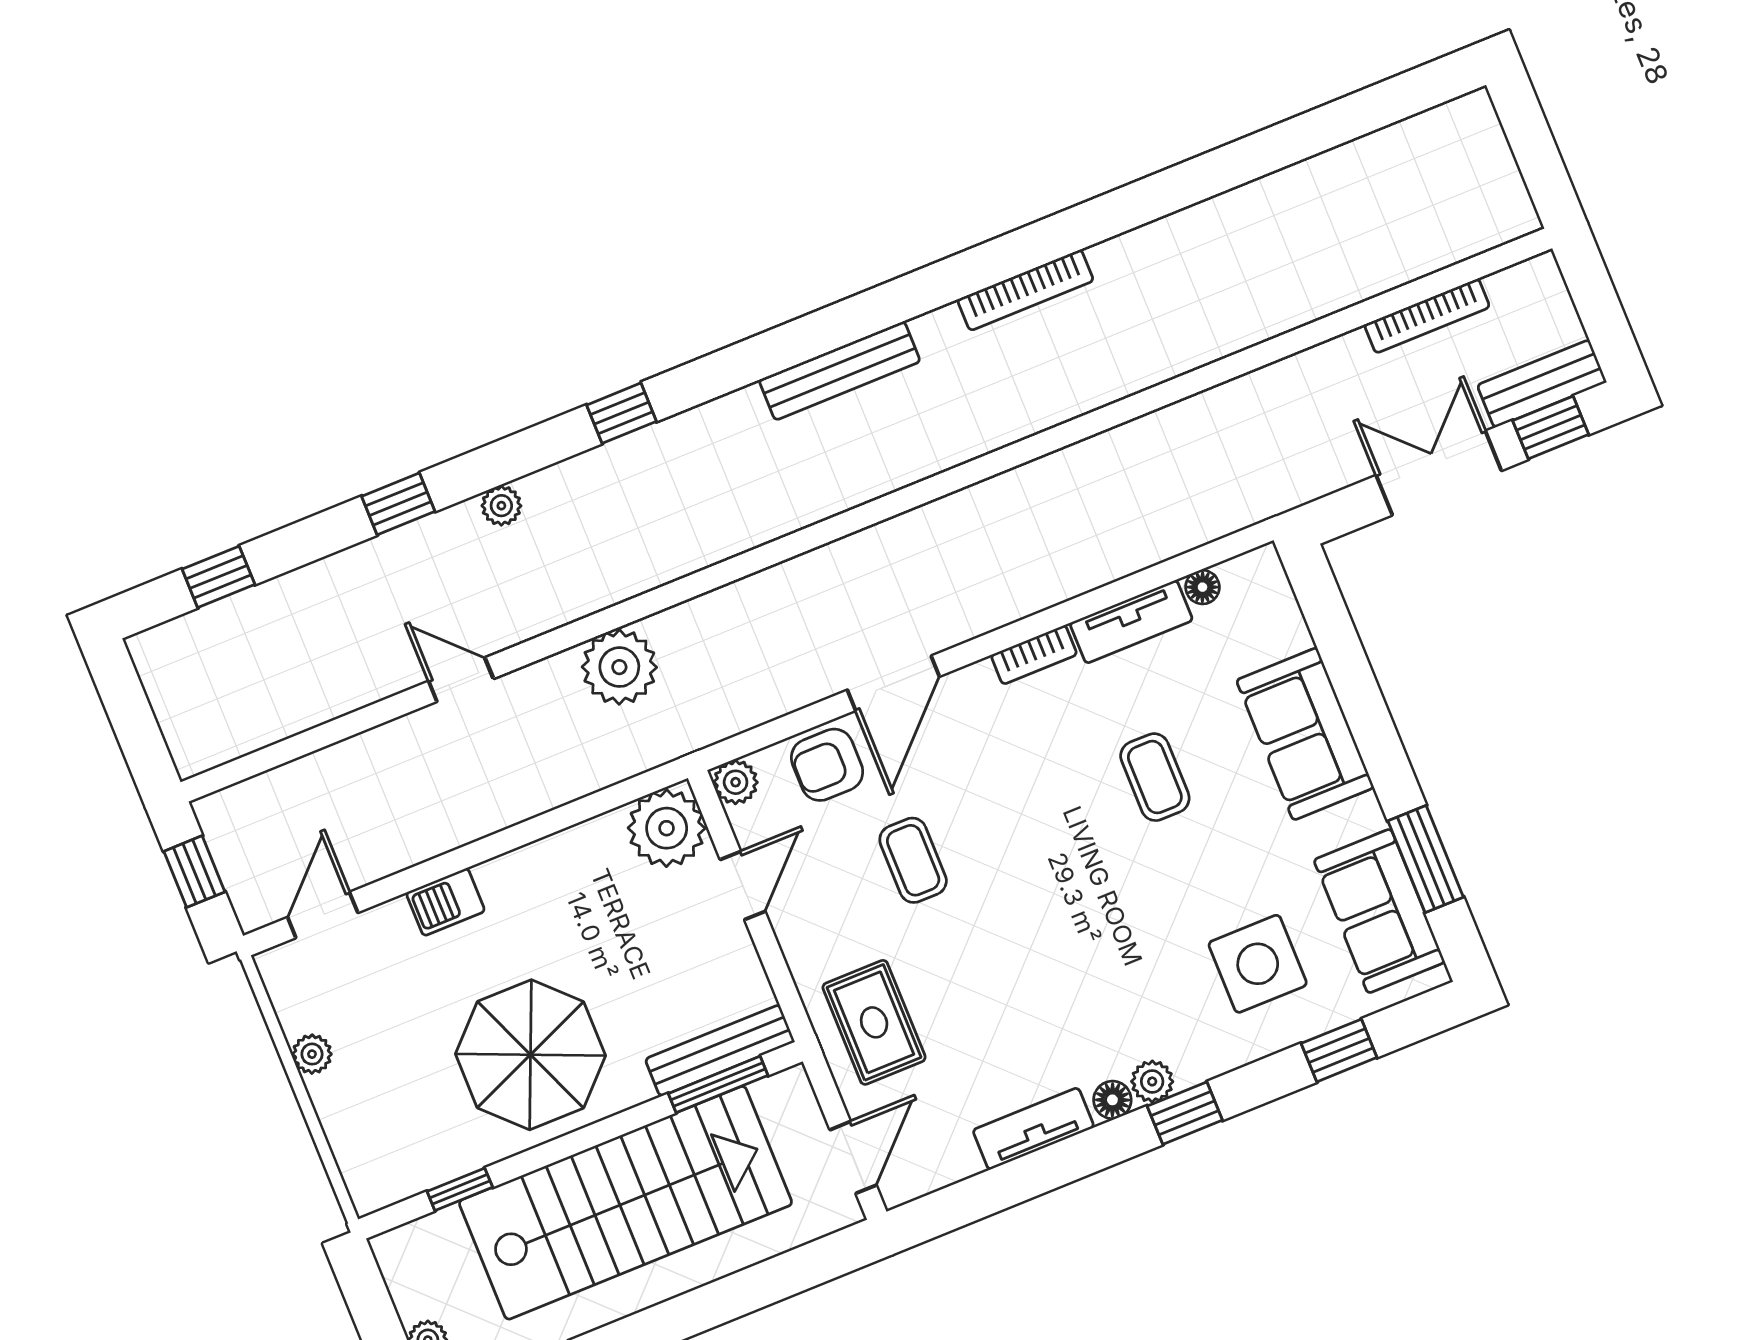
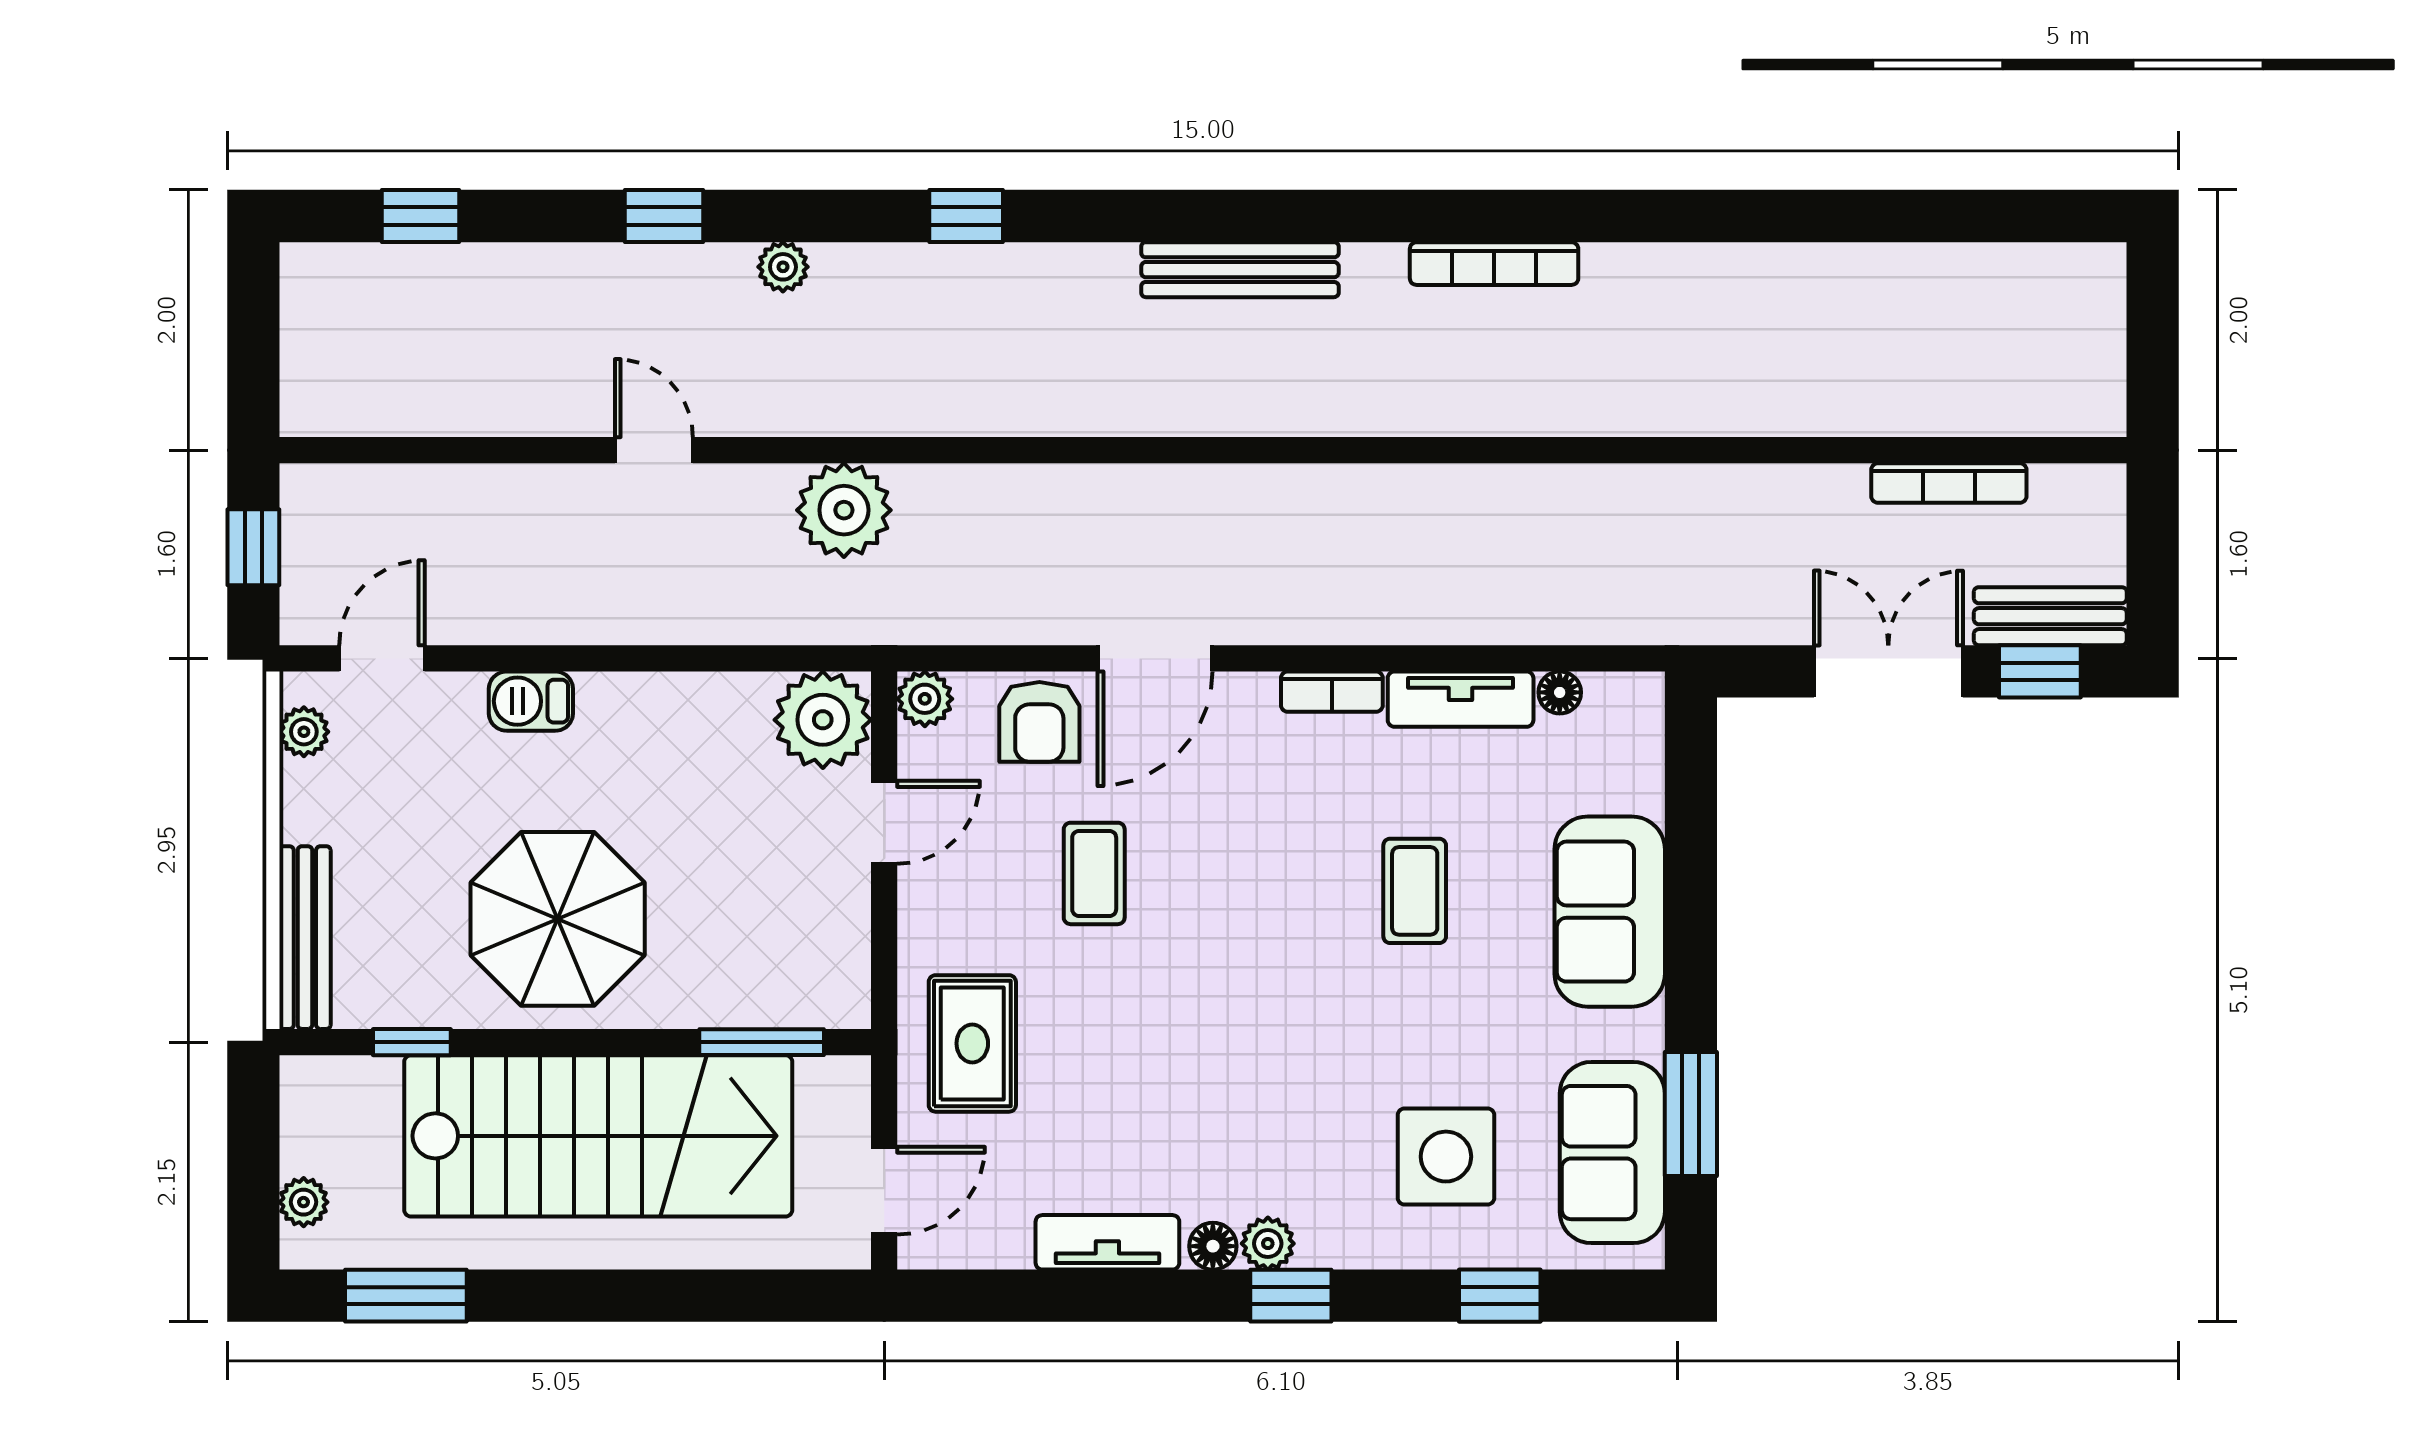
armchair: (827, 765) -> (1039, 722), turned -90
bench: (720, 1051) -> (305, 938), moved, turned 90
plant: (312, 1054) -> (304, 732), moved

